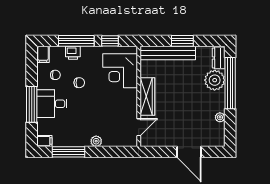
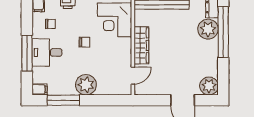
chair: (79, 83) -> (84, 42), moved
plant: (220, 117) -> (209, 86), moved, width x1.88, depth x1.88
plant: (96, 141) -> (86, 85), width x1.87, depth x1.87

